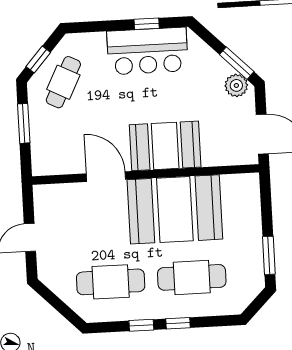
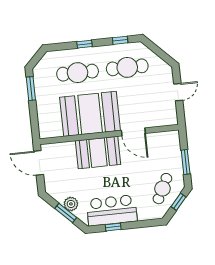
window: (237, 63) -> (66, 213), moved
plant: (236, 85) -> (71, 204), moved
window: (141, 325) -> (120, 40), moved

